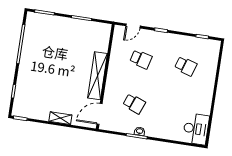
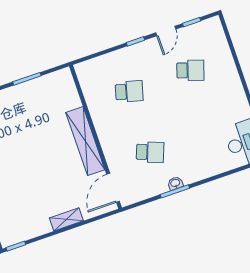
door: (133, 26) -> (166, 31), moved

